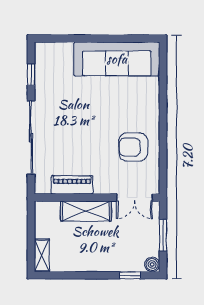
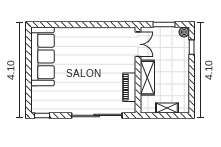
window: (31, 75) -> (42, 115), moved
armchair: (133, 147) -> (103, 45), removed
shelving: (42, 255) -> (167, 108), moved

